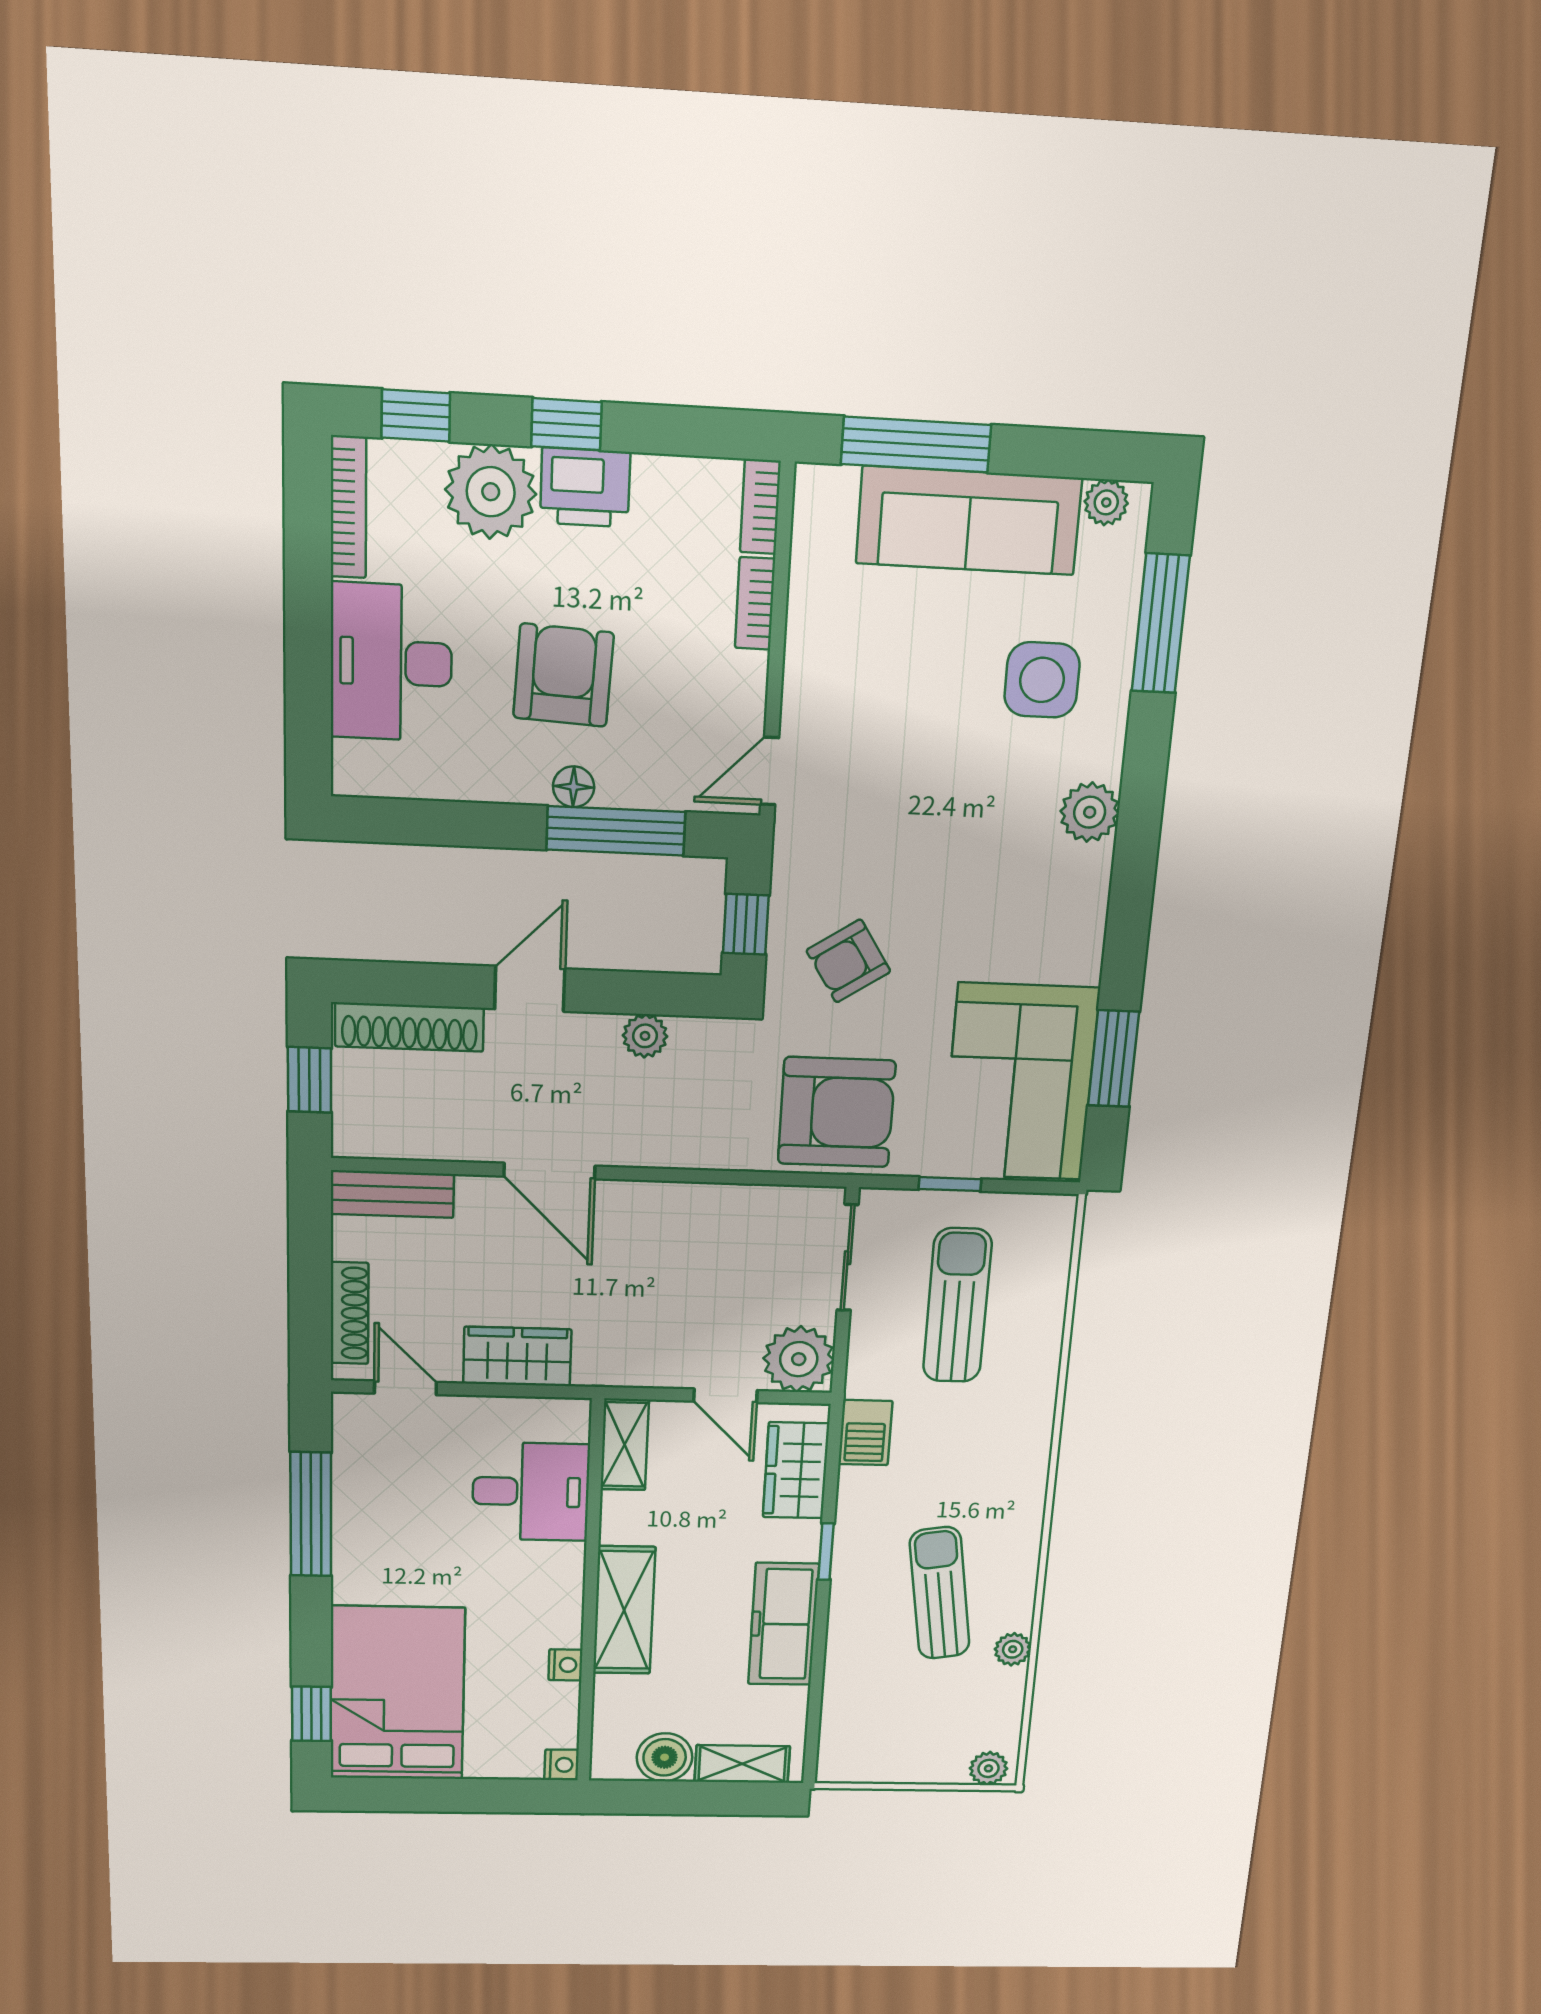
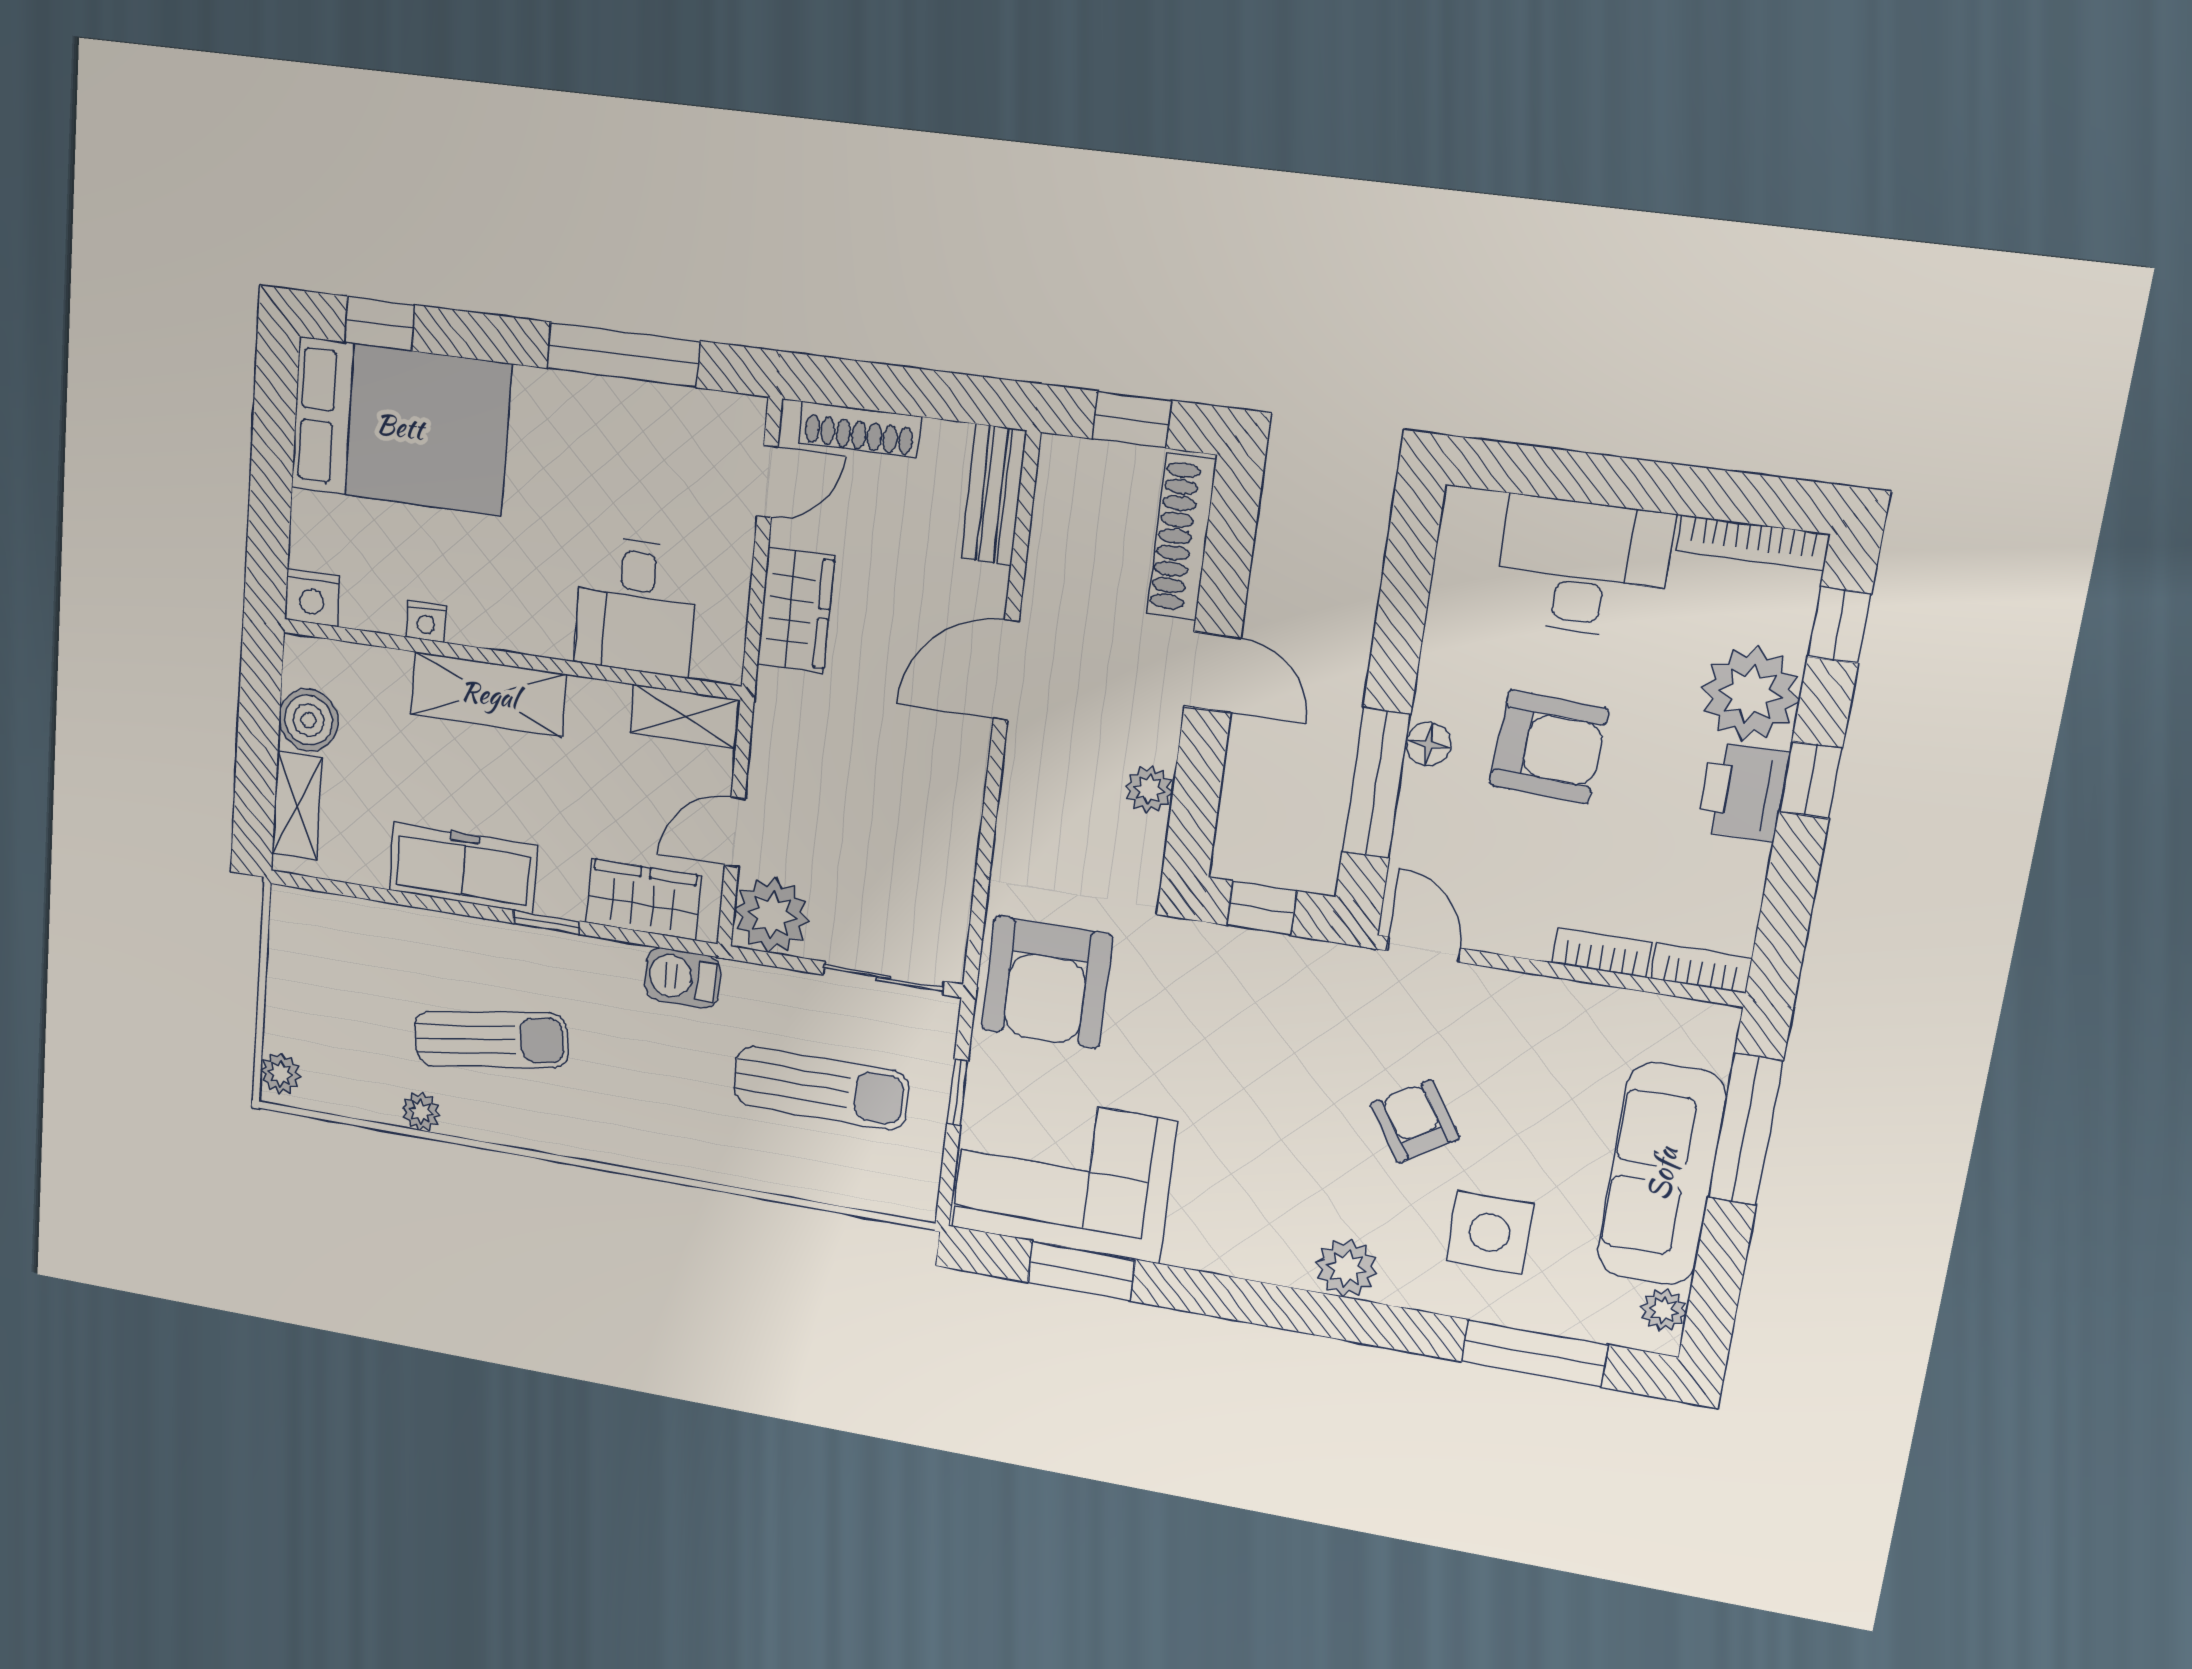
armchair: (848, 961) -> (1415, 1121), moved
nightstand: (562, 1765) -> (312, 598), width x1.39, depth x1.35

